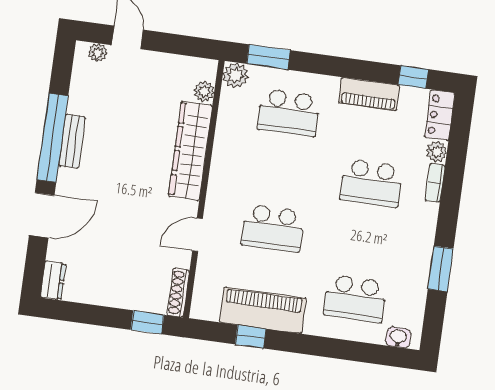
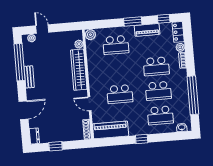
window: (268, 57) -> (133, 21), moved
window: (52, 138) -> (20, 62), moved
door: (197, 235) -> (90, 104), hinge flipped
school desk: (363, 241) -> (158, 91), added
window: (441, 269) -> (193, 95), width x2.11
piano: (263, 310) -> (111, 130), moved
window: (147, 322) -> (56, 146), moved
window: (251, 337) -> (142, 139), moved

